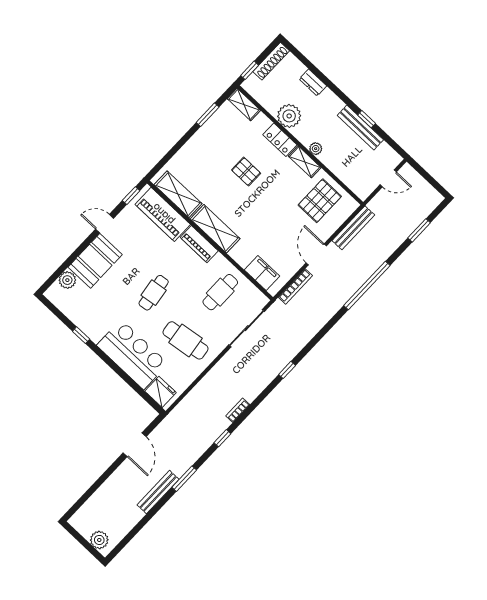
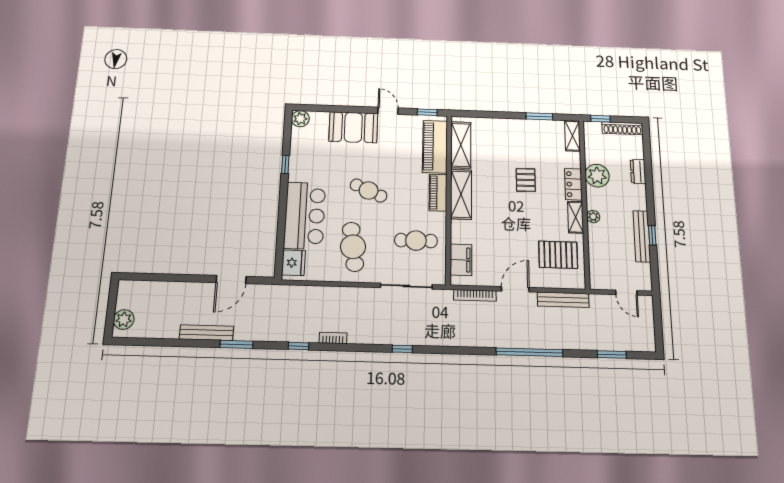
plant: (67, 280) -> (300, 119), moved
cafe table: (154, 293) -> (369, 190), turned 32

